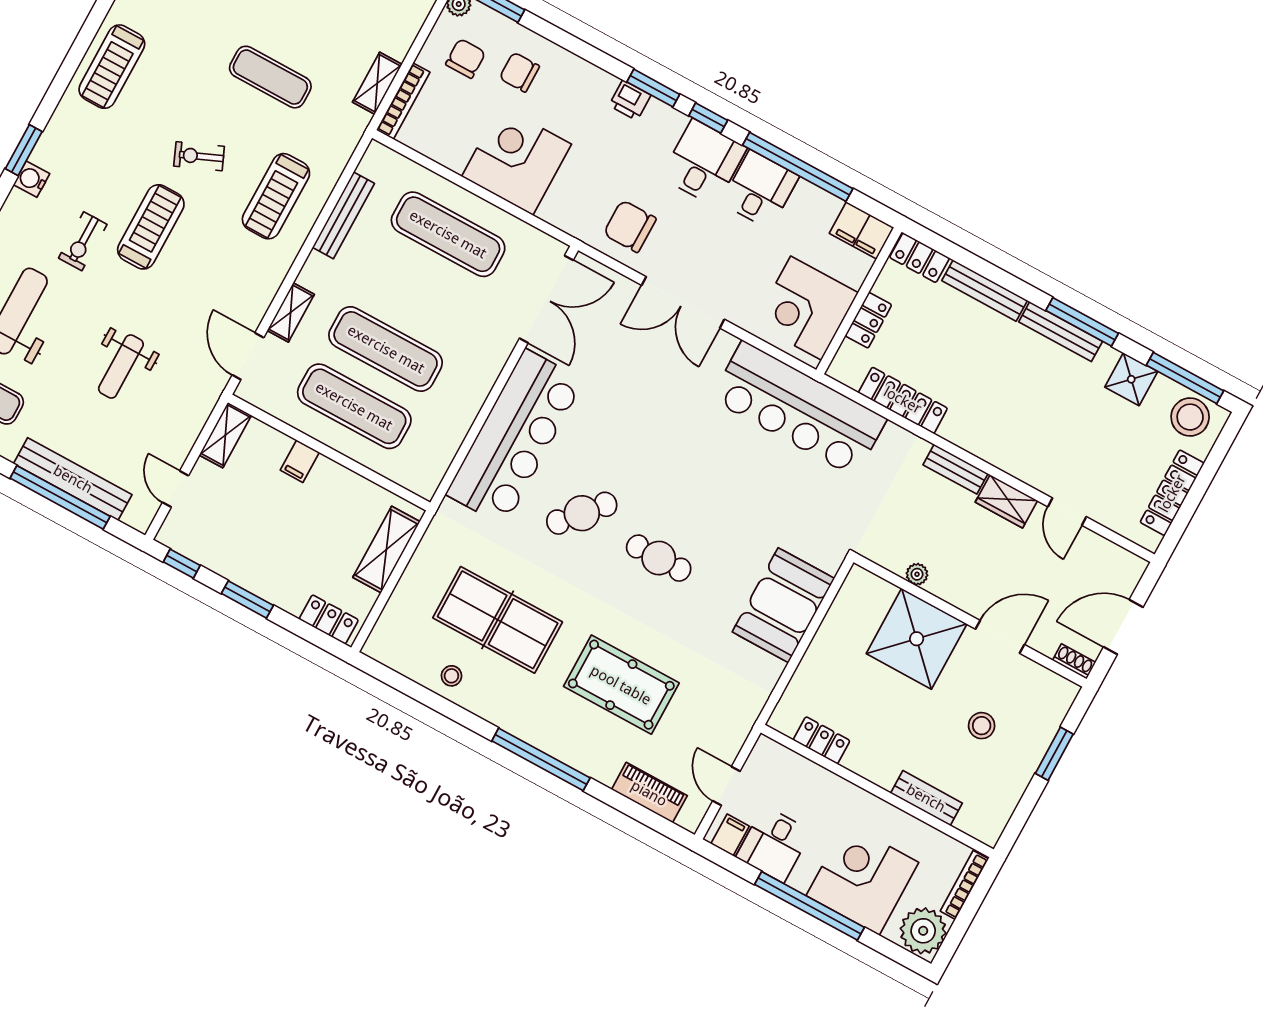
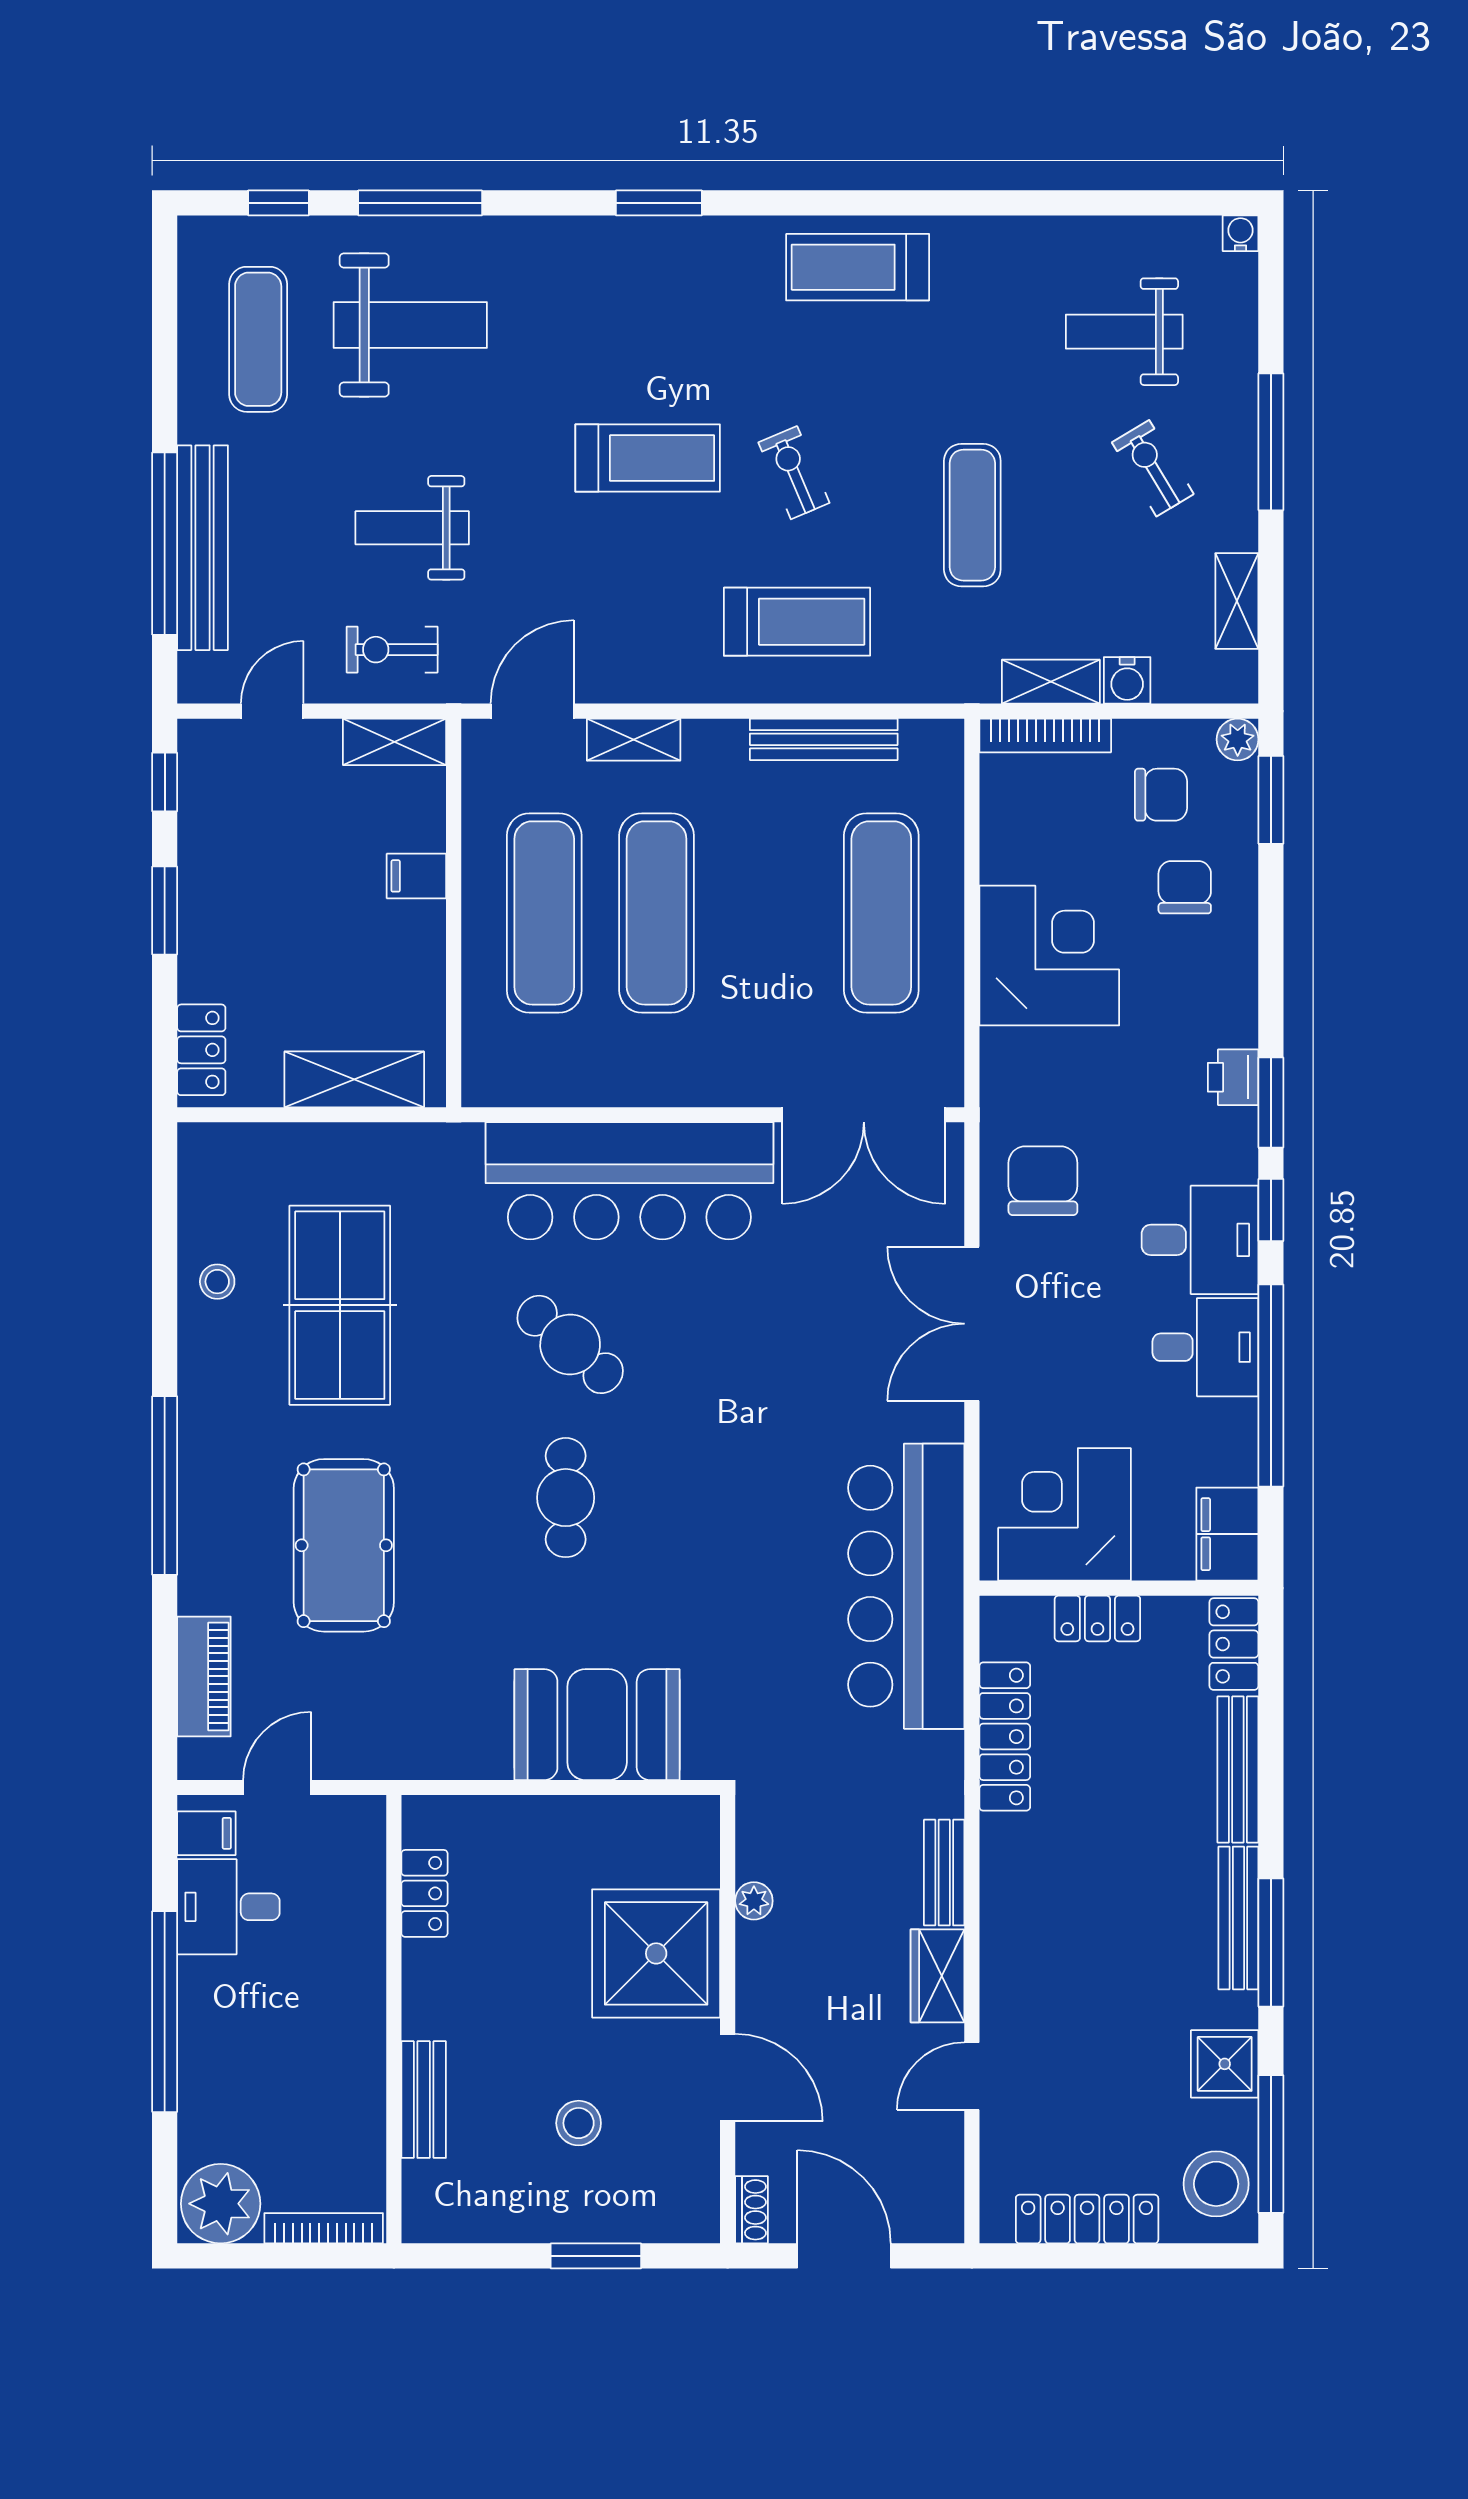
water cooler: (32, 179) -> (1127, 680), moved, turned 180
treadmill: (276, 196) -> (797, 622), turned 180
exercise bike: (83, 241) -> (392, 650), moved
corner desk: (862, 879) -> (249, 2069), removed

